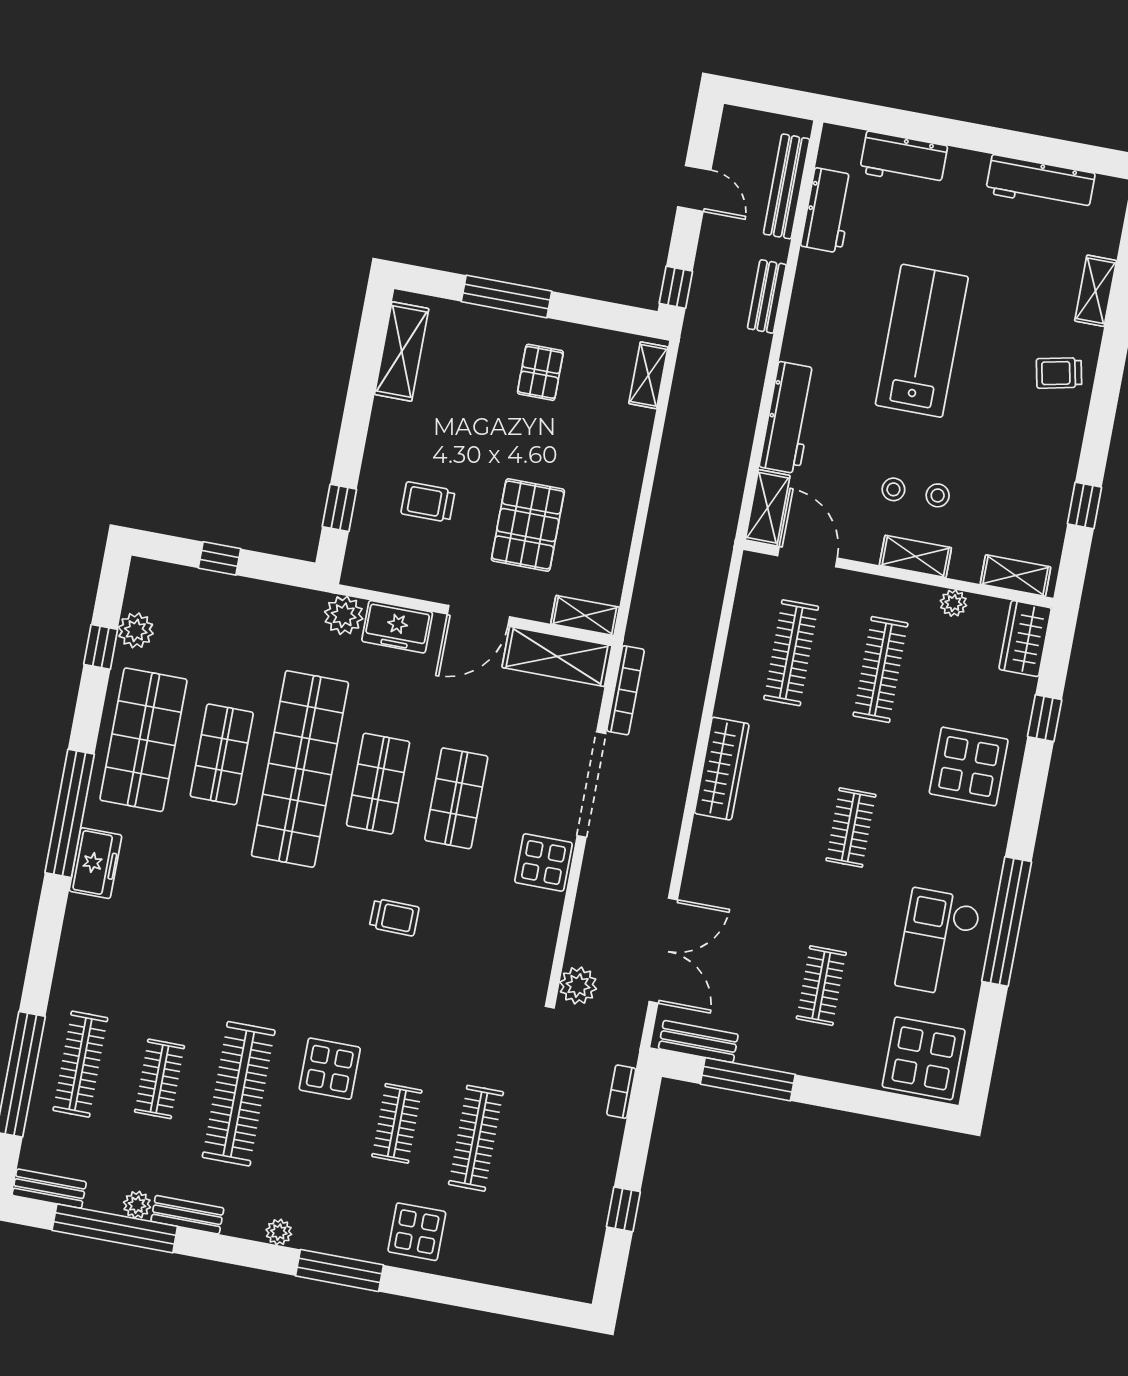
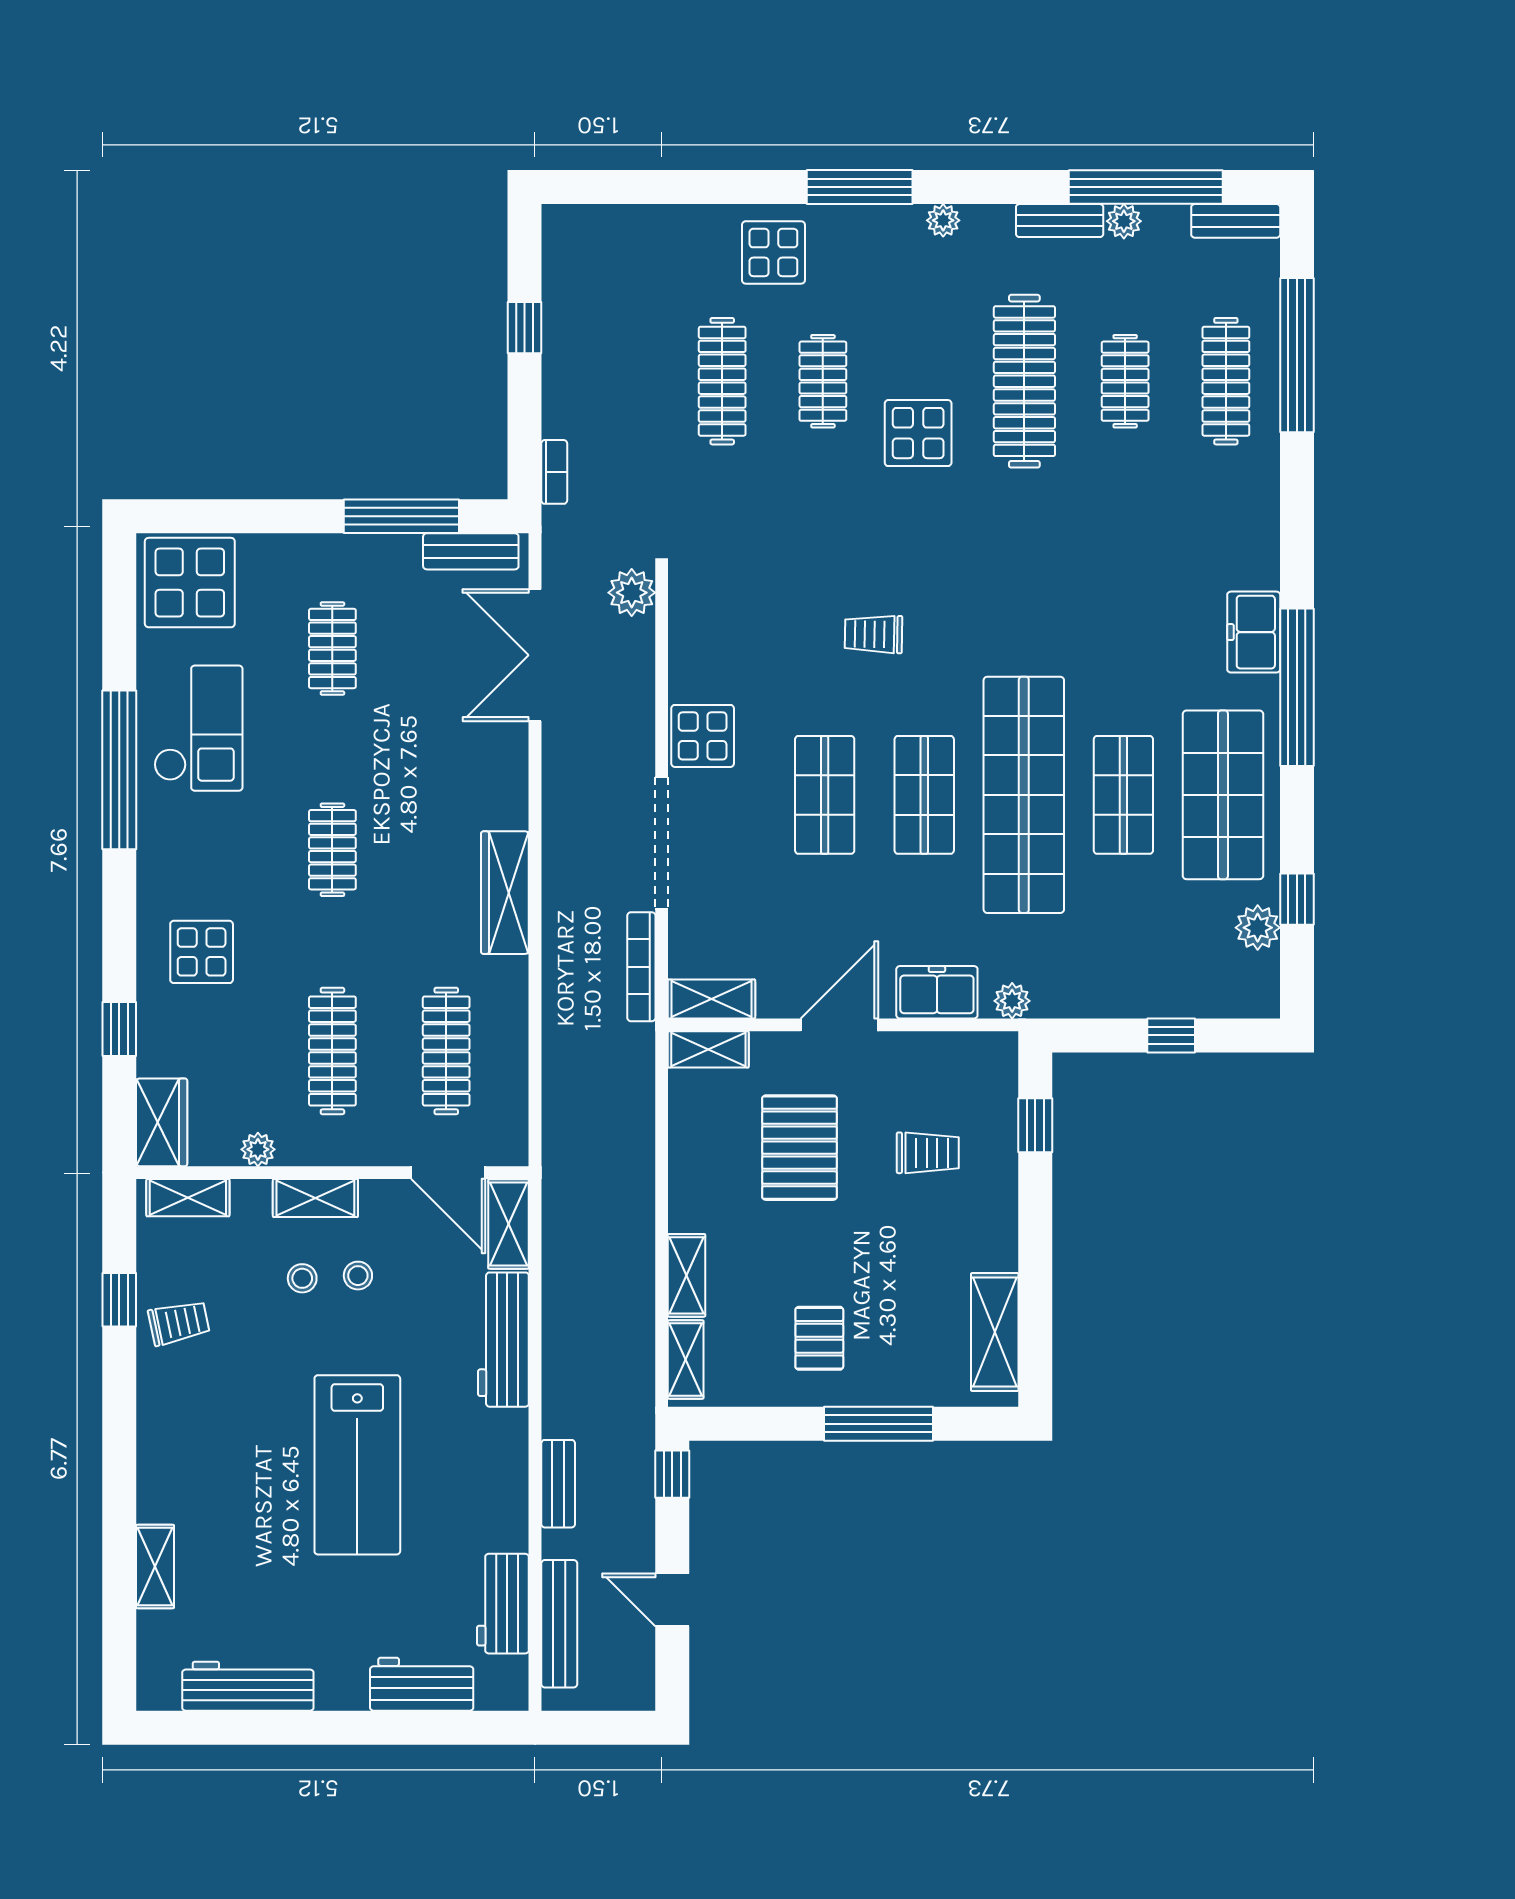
trolley: (1059, 373) -> (179, 1323), moved
shelving: (635, 441) -> (687, 1275), added
plant: (344, 615) -> (1012, 1001), width x0.73, depth x0.73
shelving: (557, 657) -> (712, 999), width x0.67, depth x0.75
display table: (969, 766) -> (202, 952), width x0.73, depth x0.73

